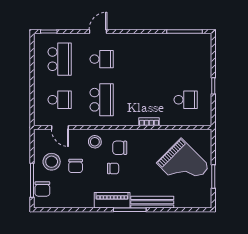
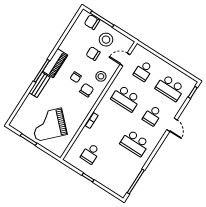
school desk: (144, 59) -> (135, 143), added
bench: (152, 202) -> (40, 85), width x0.73

